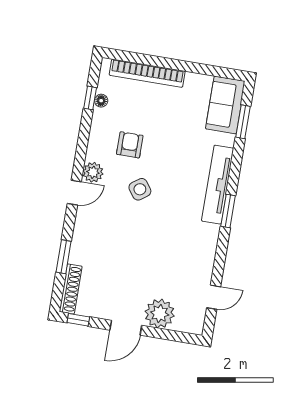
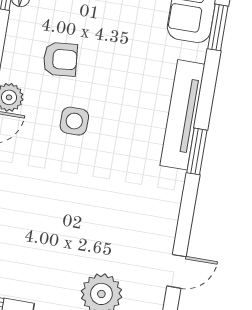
armchair: (130, 145) -> (60, 59), turned 85
side table: (140, 189) -> (74, 121), turned 36

